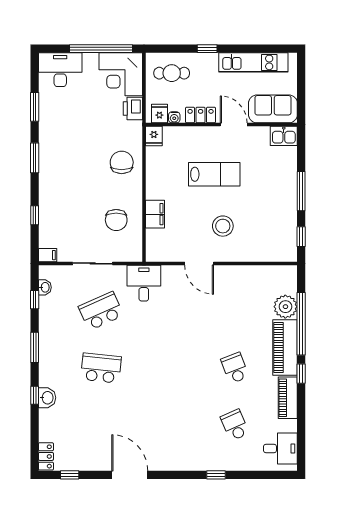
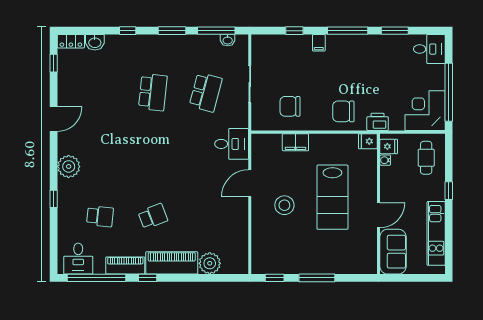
desk: (60, 70) -> (429, 49), width x0.73
printer: (133, 109) -> (378, 122), moved
locker: (201, 115) -> (387, 185), removed
kitchen sink: (284, 136) -> (368, 262), removed
window: (35, 158) -> (348, 31), width x1.44
chair: (122, 162) -> (343, 111), turned 180
lab bench: (214, 174) -> (332, 197), width x1.36, depth x1.39
filing cabinet: (48, 255) -> (319, 43), moved
desk: (144, 283) -> (232, 144), moved
window: (35, 300) -> (216, 31), width x2.17
school desk: (101, 311) -> (206, 92), turned 39
window: (301, 324) -> (96, 278), moved
washbasin: (47, 398) -> (95, 42), moved
school desk: (235, 425) -> (100, 216), turned 30
plant: (181, 459) -> (69, 166), added
door: (130, 475) -> (54, 119), width x0.73

